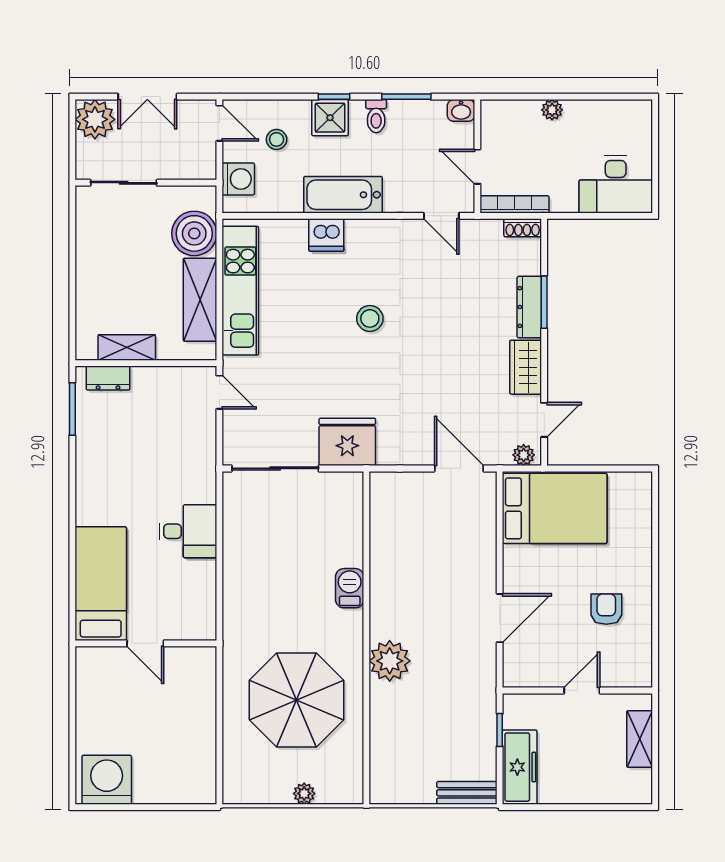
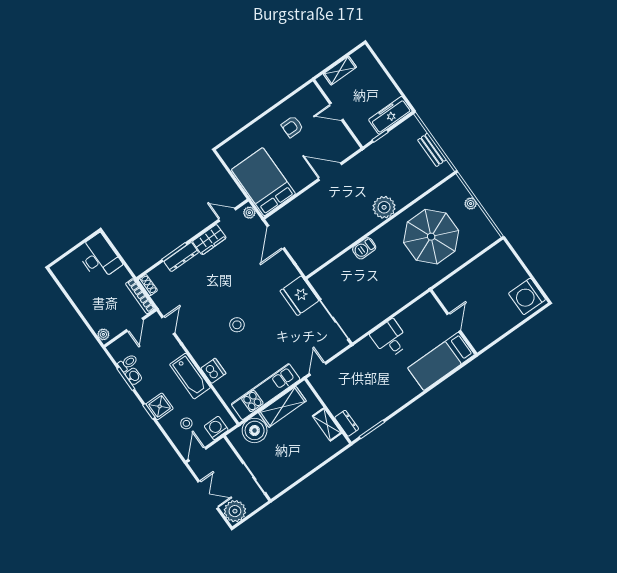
washbasin: (461, 110) -> (133, 376), moved
plant: (552, 110) -> (103, 334), moved
toilet: (376, 116) -> (128, 363), moved
bench: (467, 793) -> (432, 150), moved

